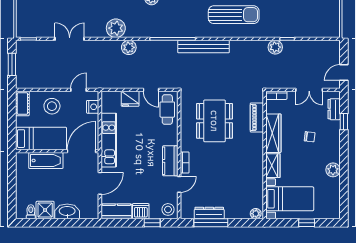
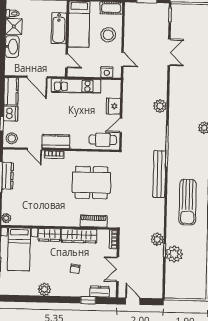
plant: (116, 28) -> (174, 254), moved
door: (82, 151) -> (67, 61), width x0.53

